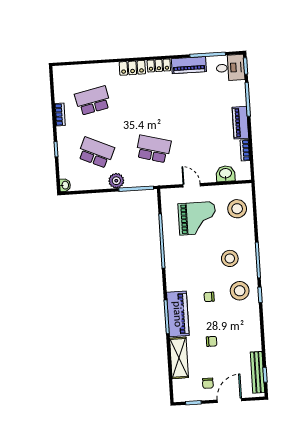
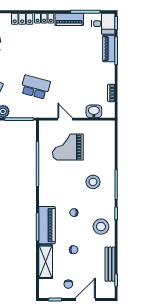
piano: (240, 123) -> (109, 49), moved
stool: (237, 209) -> (102, 141), removed
grand piano: (197, 218) -> (68, 147), turned 180
stool: (240, 291) -> (101, 227), moved
bench: (257, 372) -> (110, 264), moved

